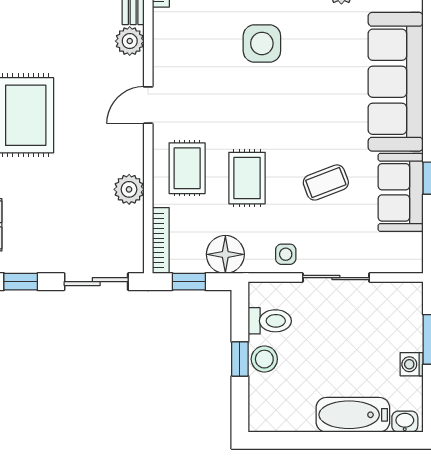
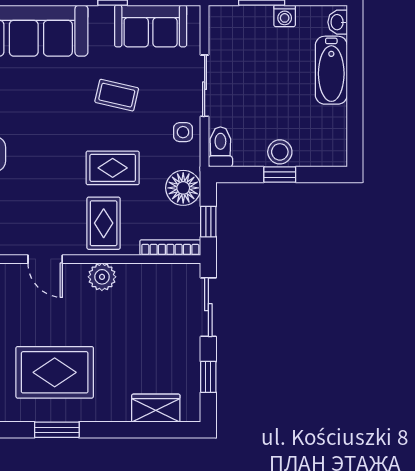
rug: (187, 168) -> (104, 223), turned 90
coffee table: (326, 182) -> (117, 95), turned -56
plant: (129, 189) -> (102, 277), moved
sofa: (401, 192) -> (151, 26), moved
toilet: (270, 321) -> (220, 147), moved

